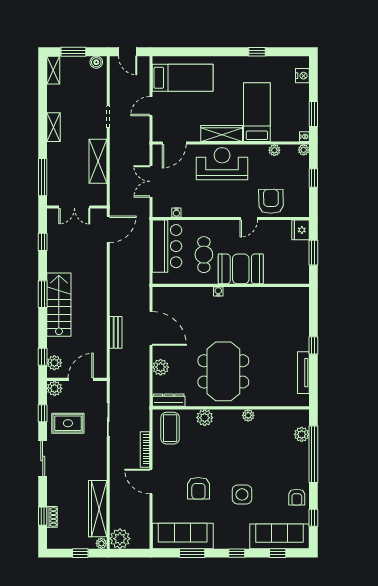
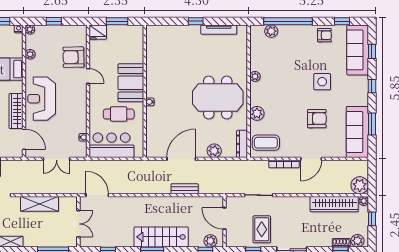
wardrobe: (222, 133) -> (16, 111), moved
plant: (55, 388) -> (357, 241), moved

